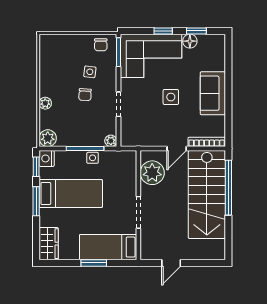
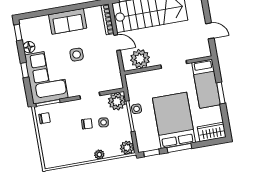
window: (196, 31) -> (18, 32), moved
side table: (90, 72) -> (104, 122), moved
plant: (111, 141) -> (117, 101), width x1.88, depth x1.88
nightstand: (47, 158) -> (144, 146), removed
bed: (71, 194) -> (174, 120), width x1.50

